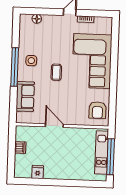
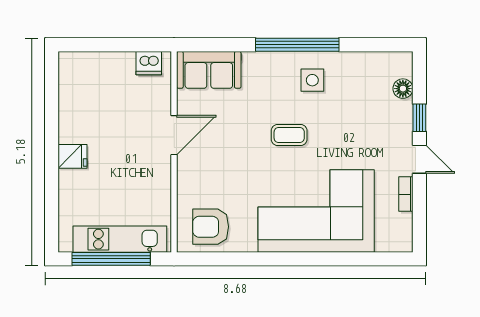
window: (50, 12) -> (419, 118), added
sofa: (25, 96) -> (209, 70), moved
dishwasher: (20, 147) -> (149, 63), moved
fridge: (38, 172) -> (72, 156), moved

